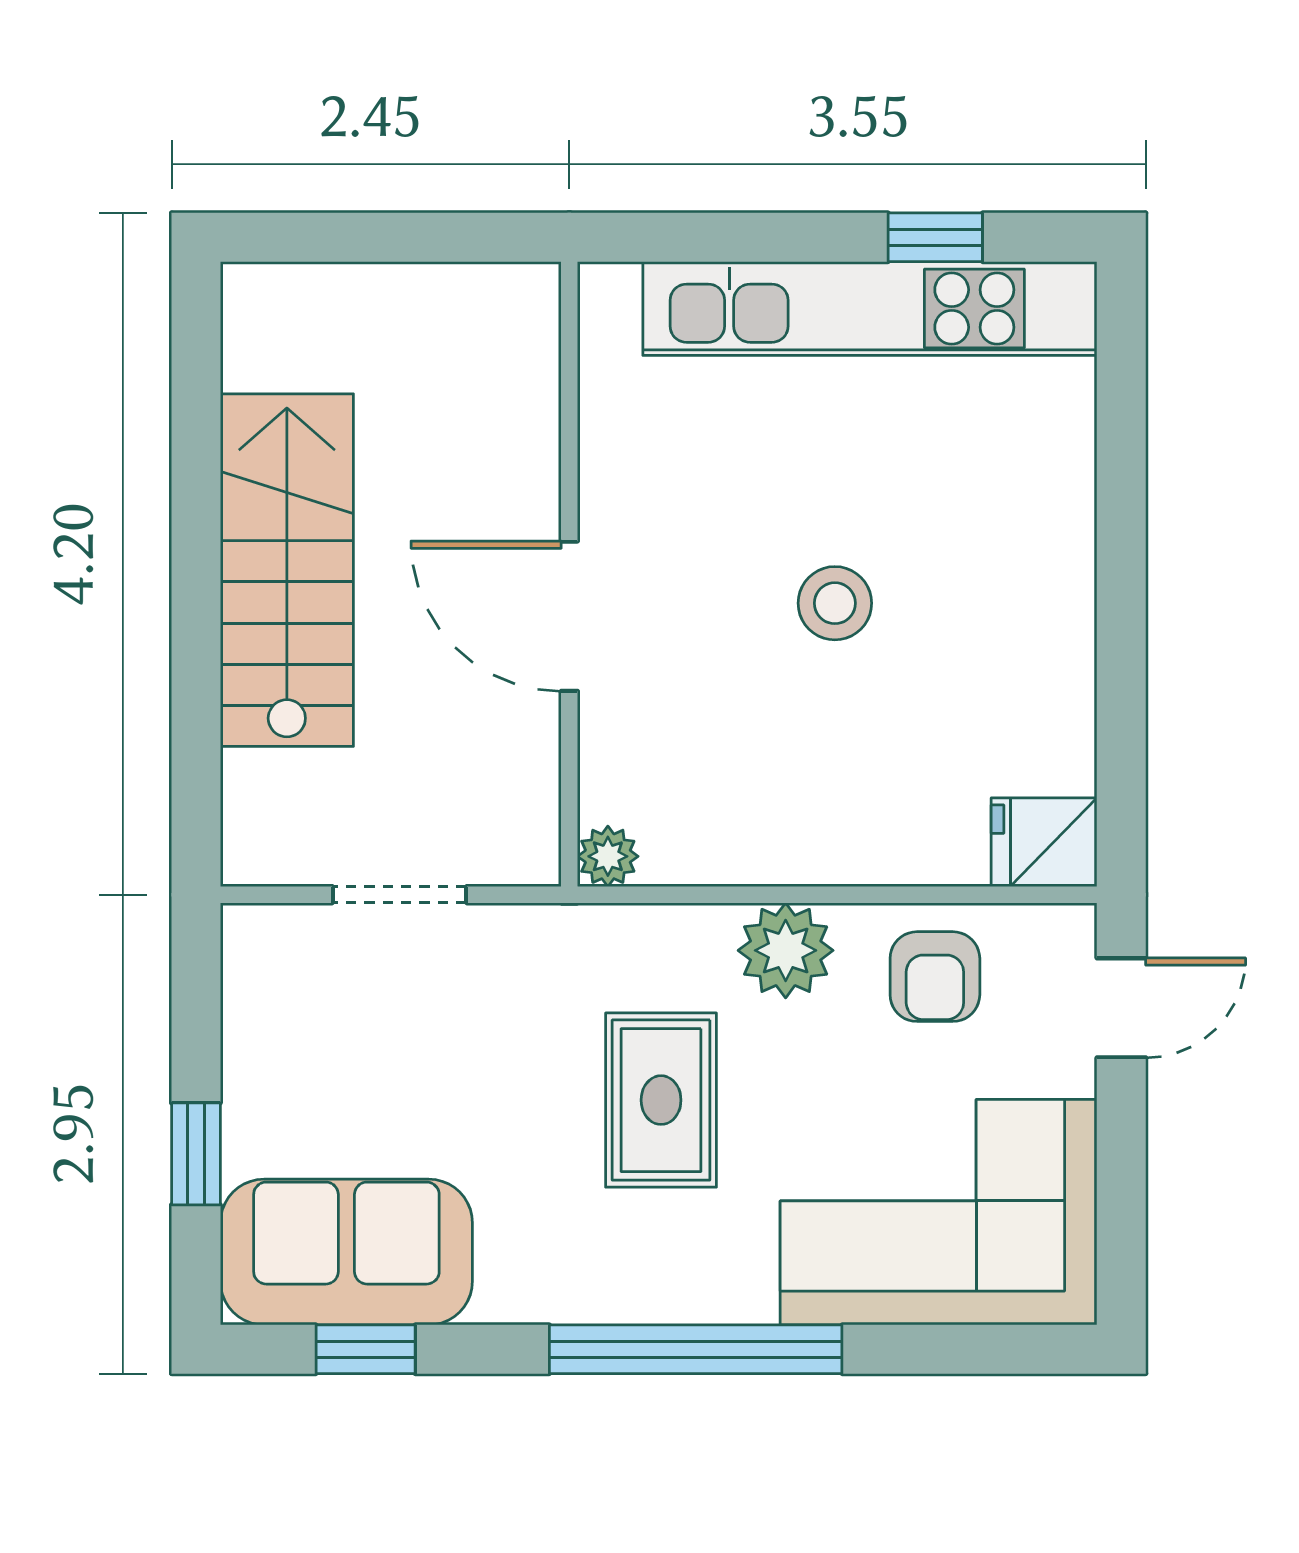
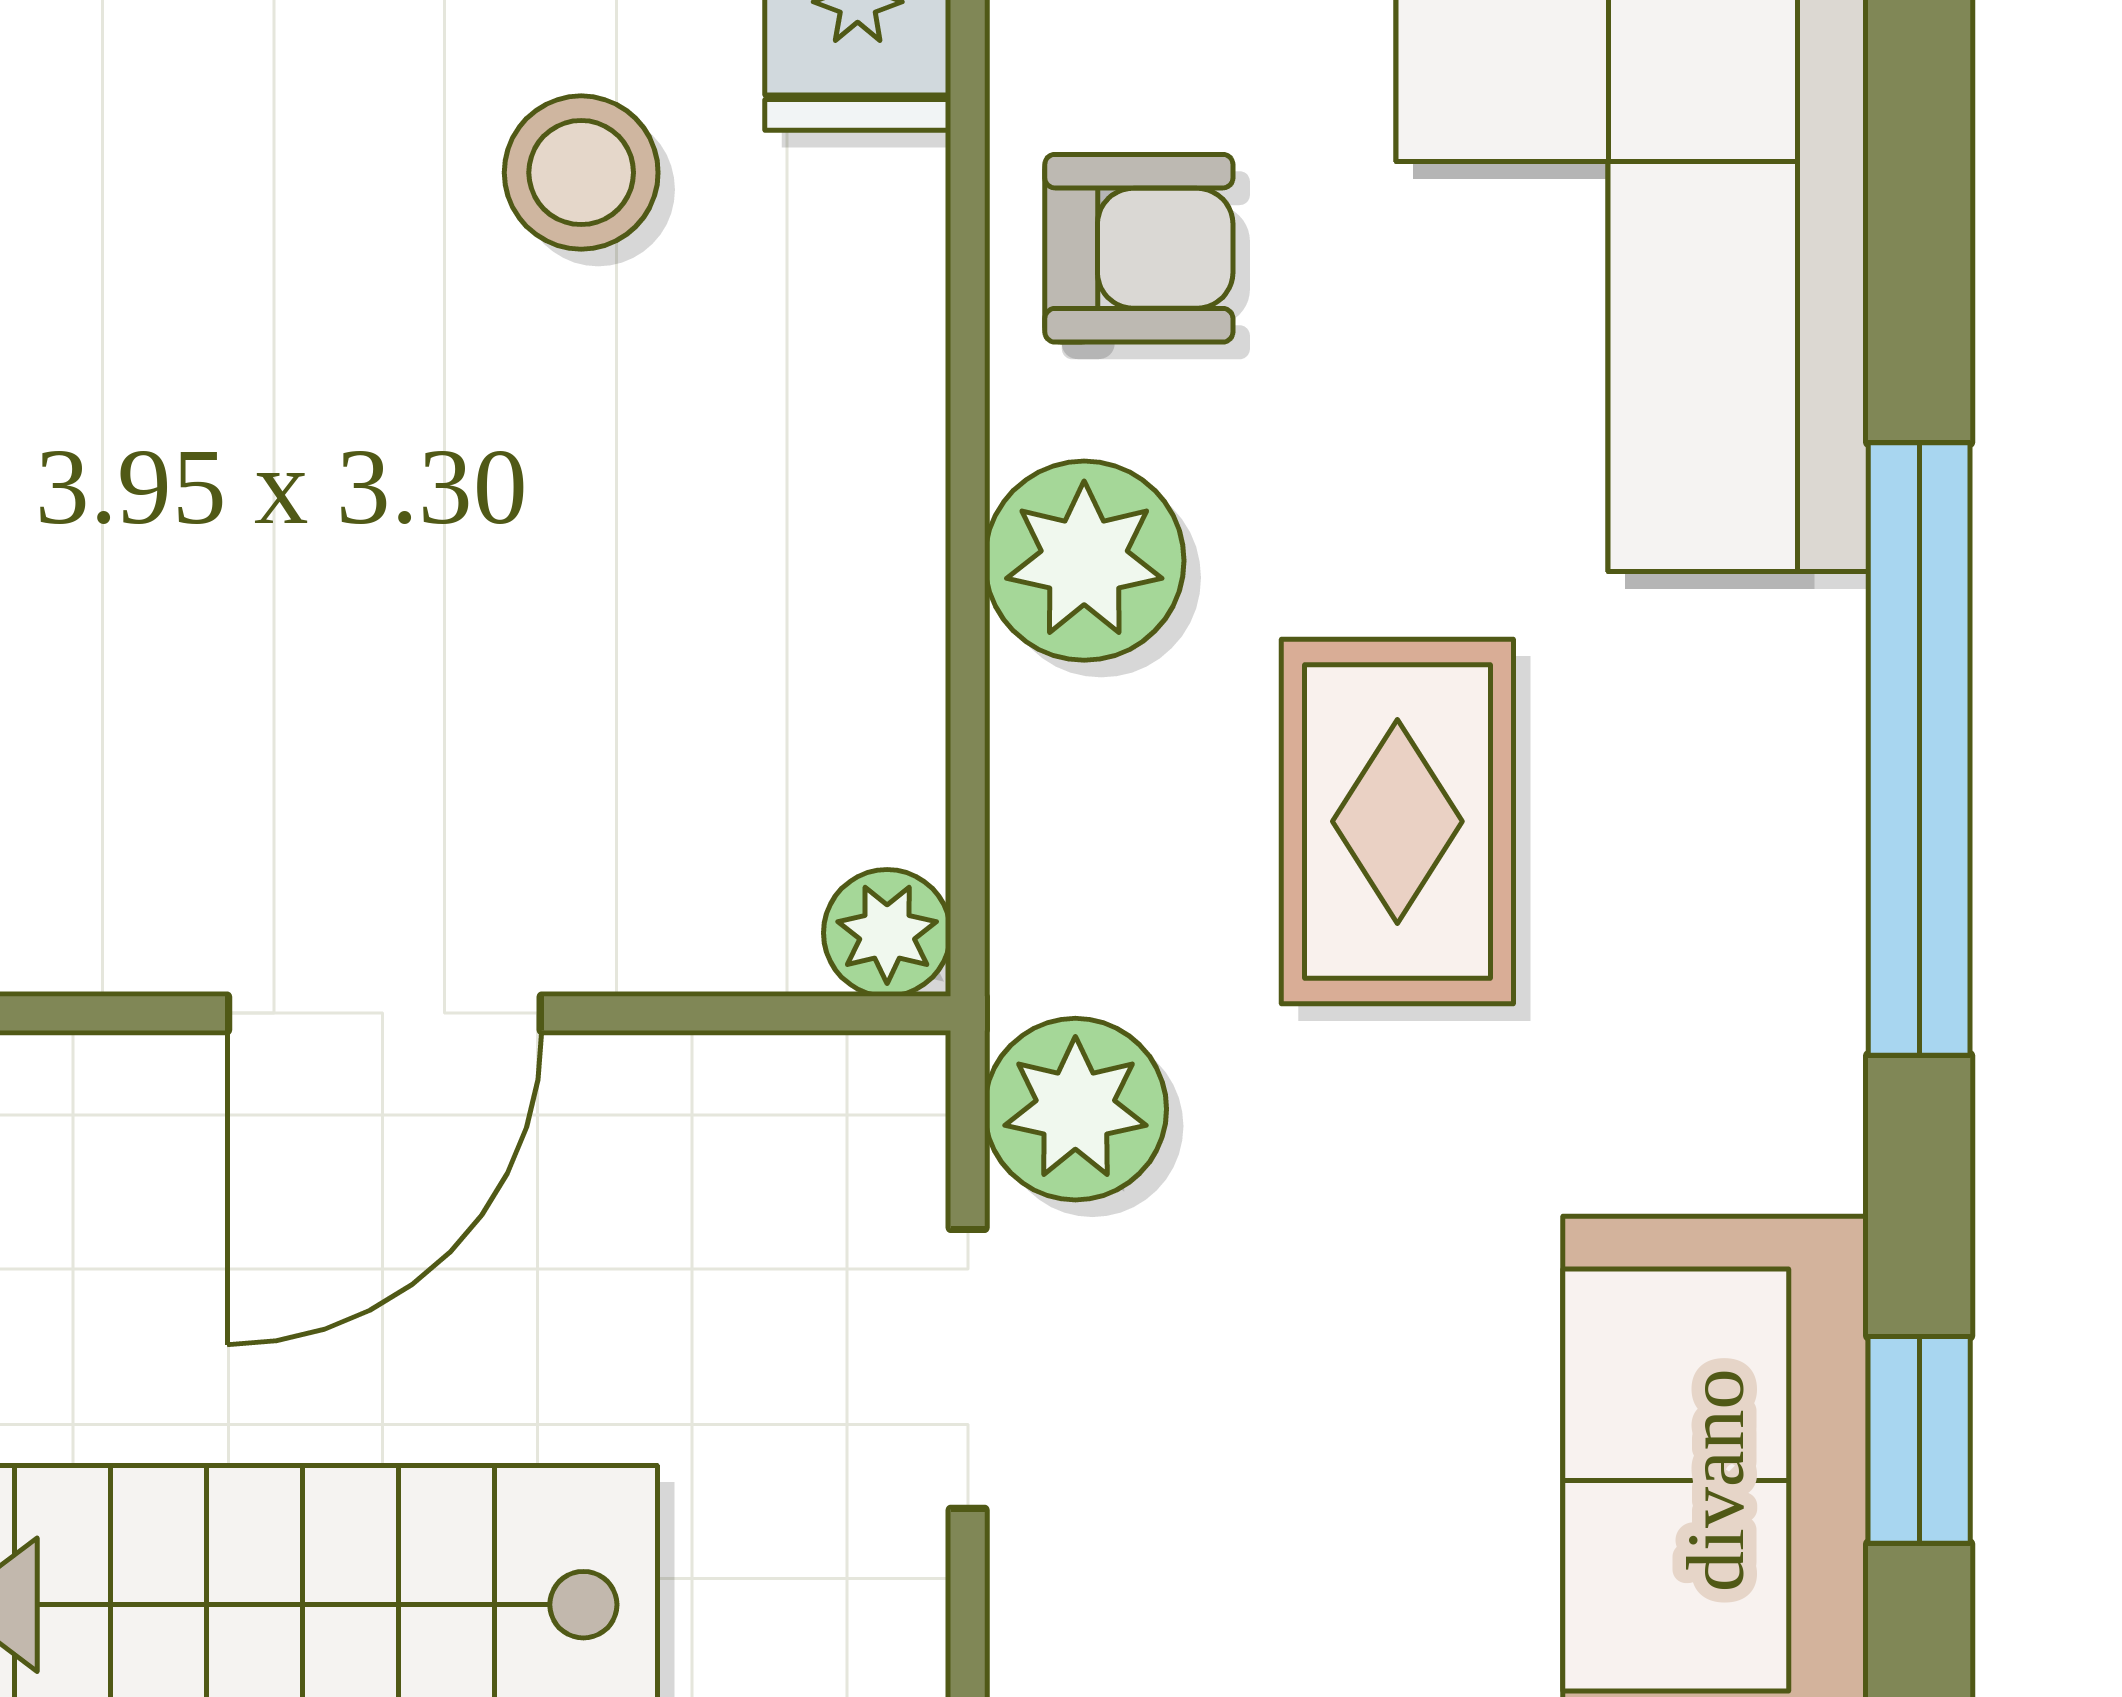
stool: (835, 603) -> (581, 173), moved
plant: (524, 946) -> (1075, 1109), added
rug: (661, 1100) -> (1397, 821), turned 90

